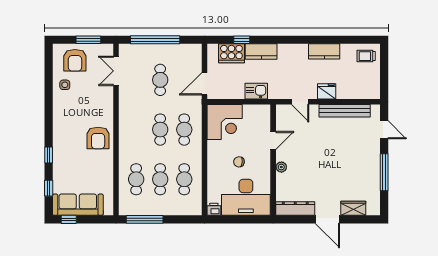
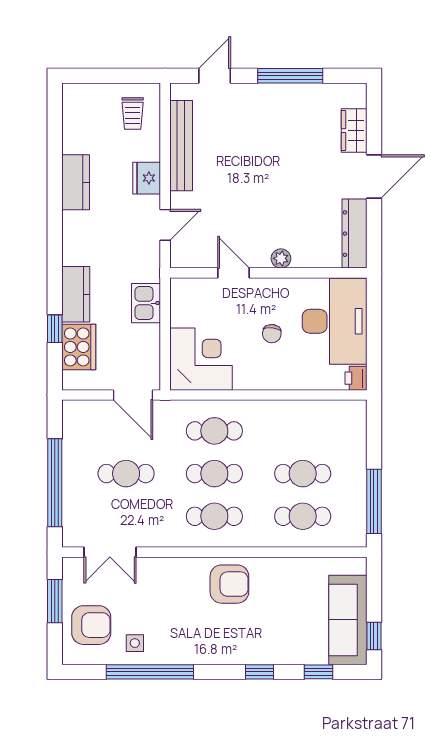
trolley: (366, 56) -> (133, 114), moved
window: (49, 93) -> (150, 672), added
cafe table: (184, 179) -> (214, 516), moved

